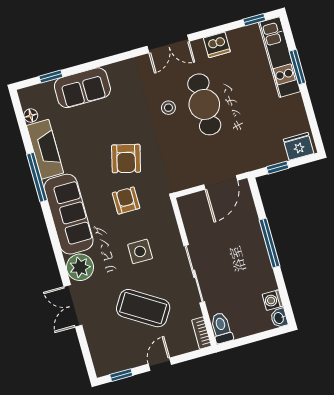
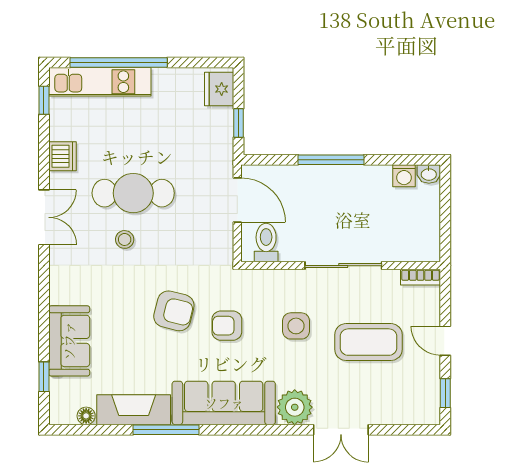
window: (297, 67) -> (119, 62), width x2.11
coffee table: (143, 308) -> (368, 342), turned 58
toilet: (222, 328) -> (266, 242), moved, turned 90

